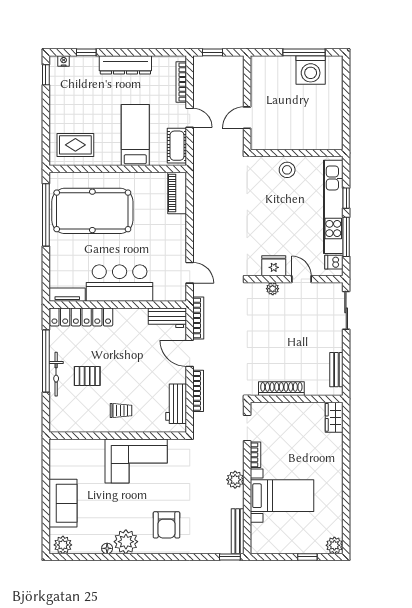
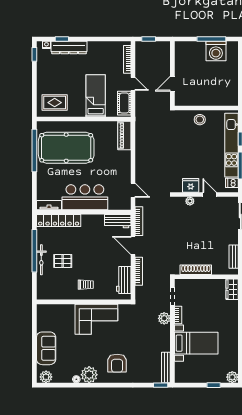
dresser: (125, 65) -> (69, 48), moved
plant: (235, 480) -> (164, 318), moved

